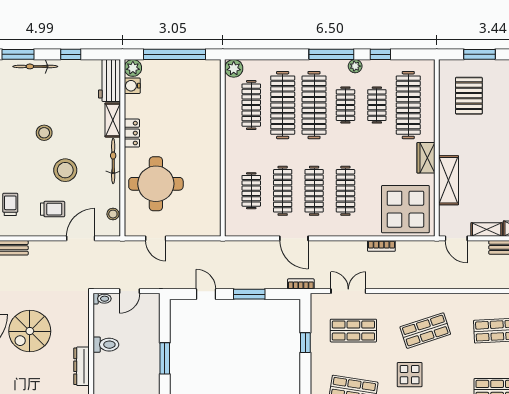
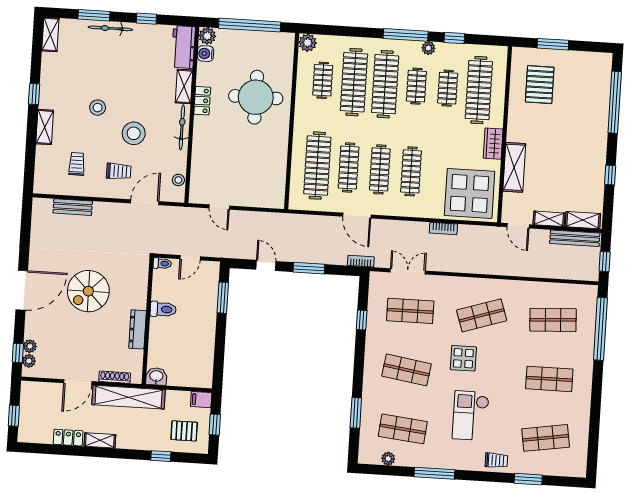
clothes rail: (251, 105) -> (323, 80), width x0.73
stool: (44, 133) -> (98, 108), moved
round table: (156, 184) -> (256, 97), moved
clothes rail: (251, 191) -> (317, 166), width x1.86, depth x1.31
window: (165, 358) -> (223, 298), moved

